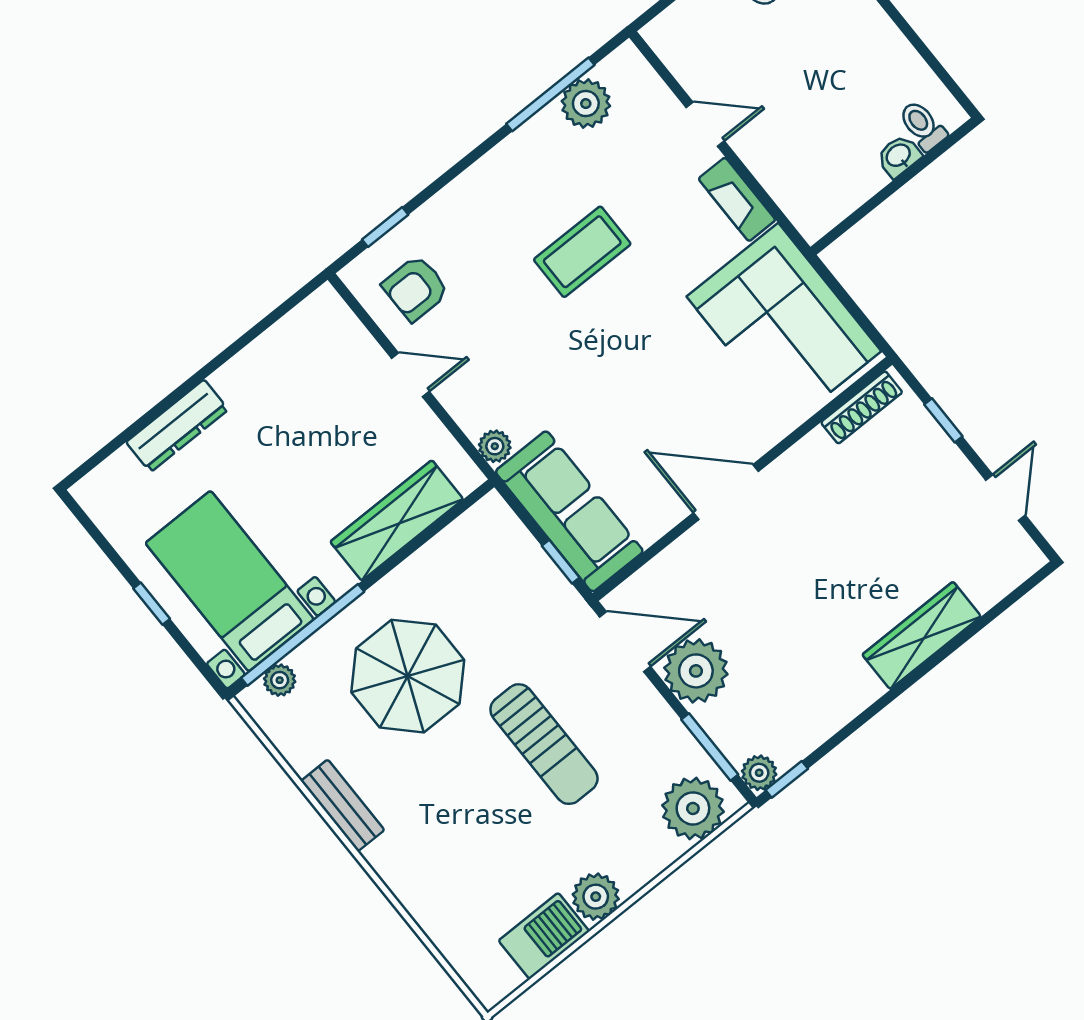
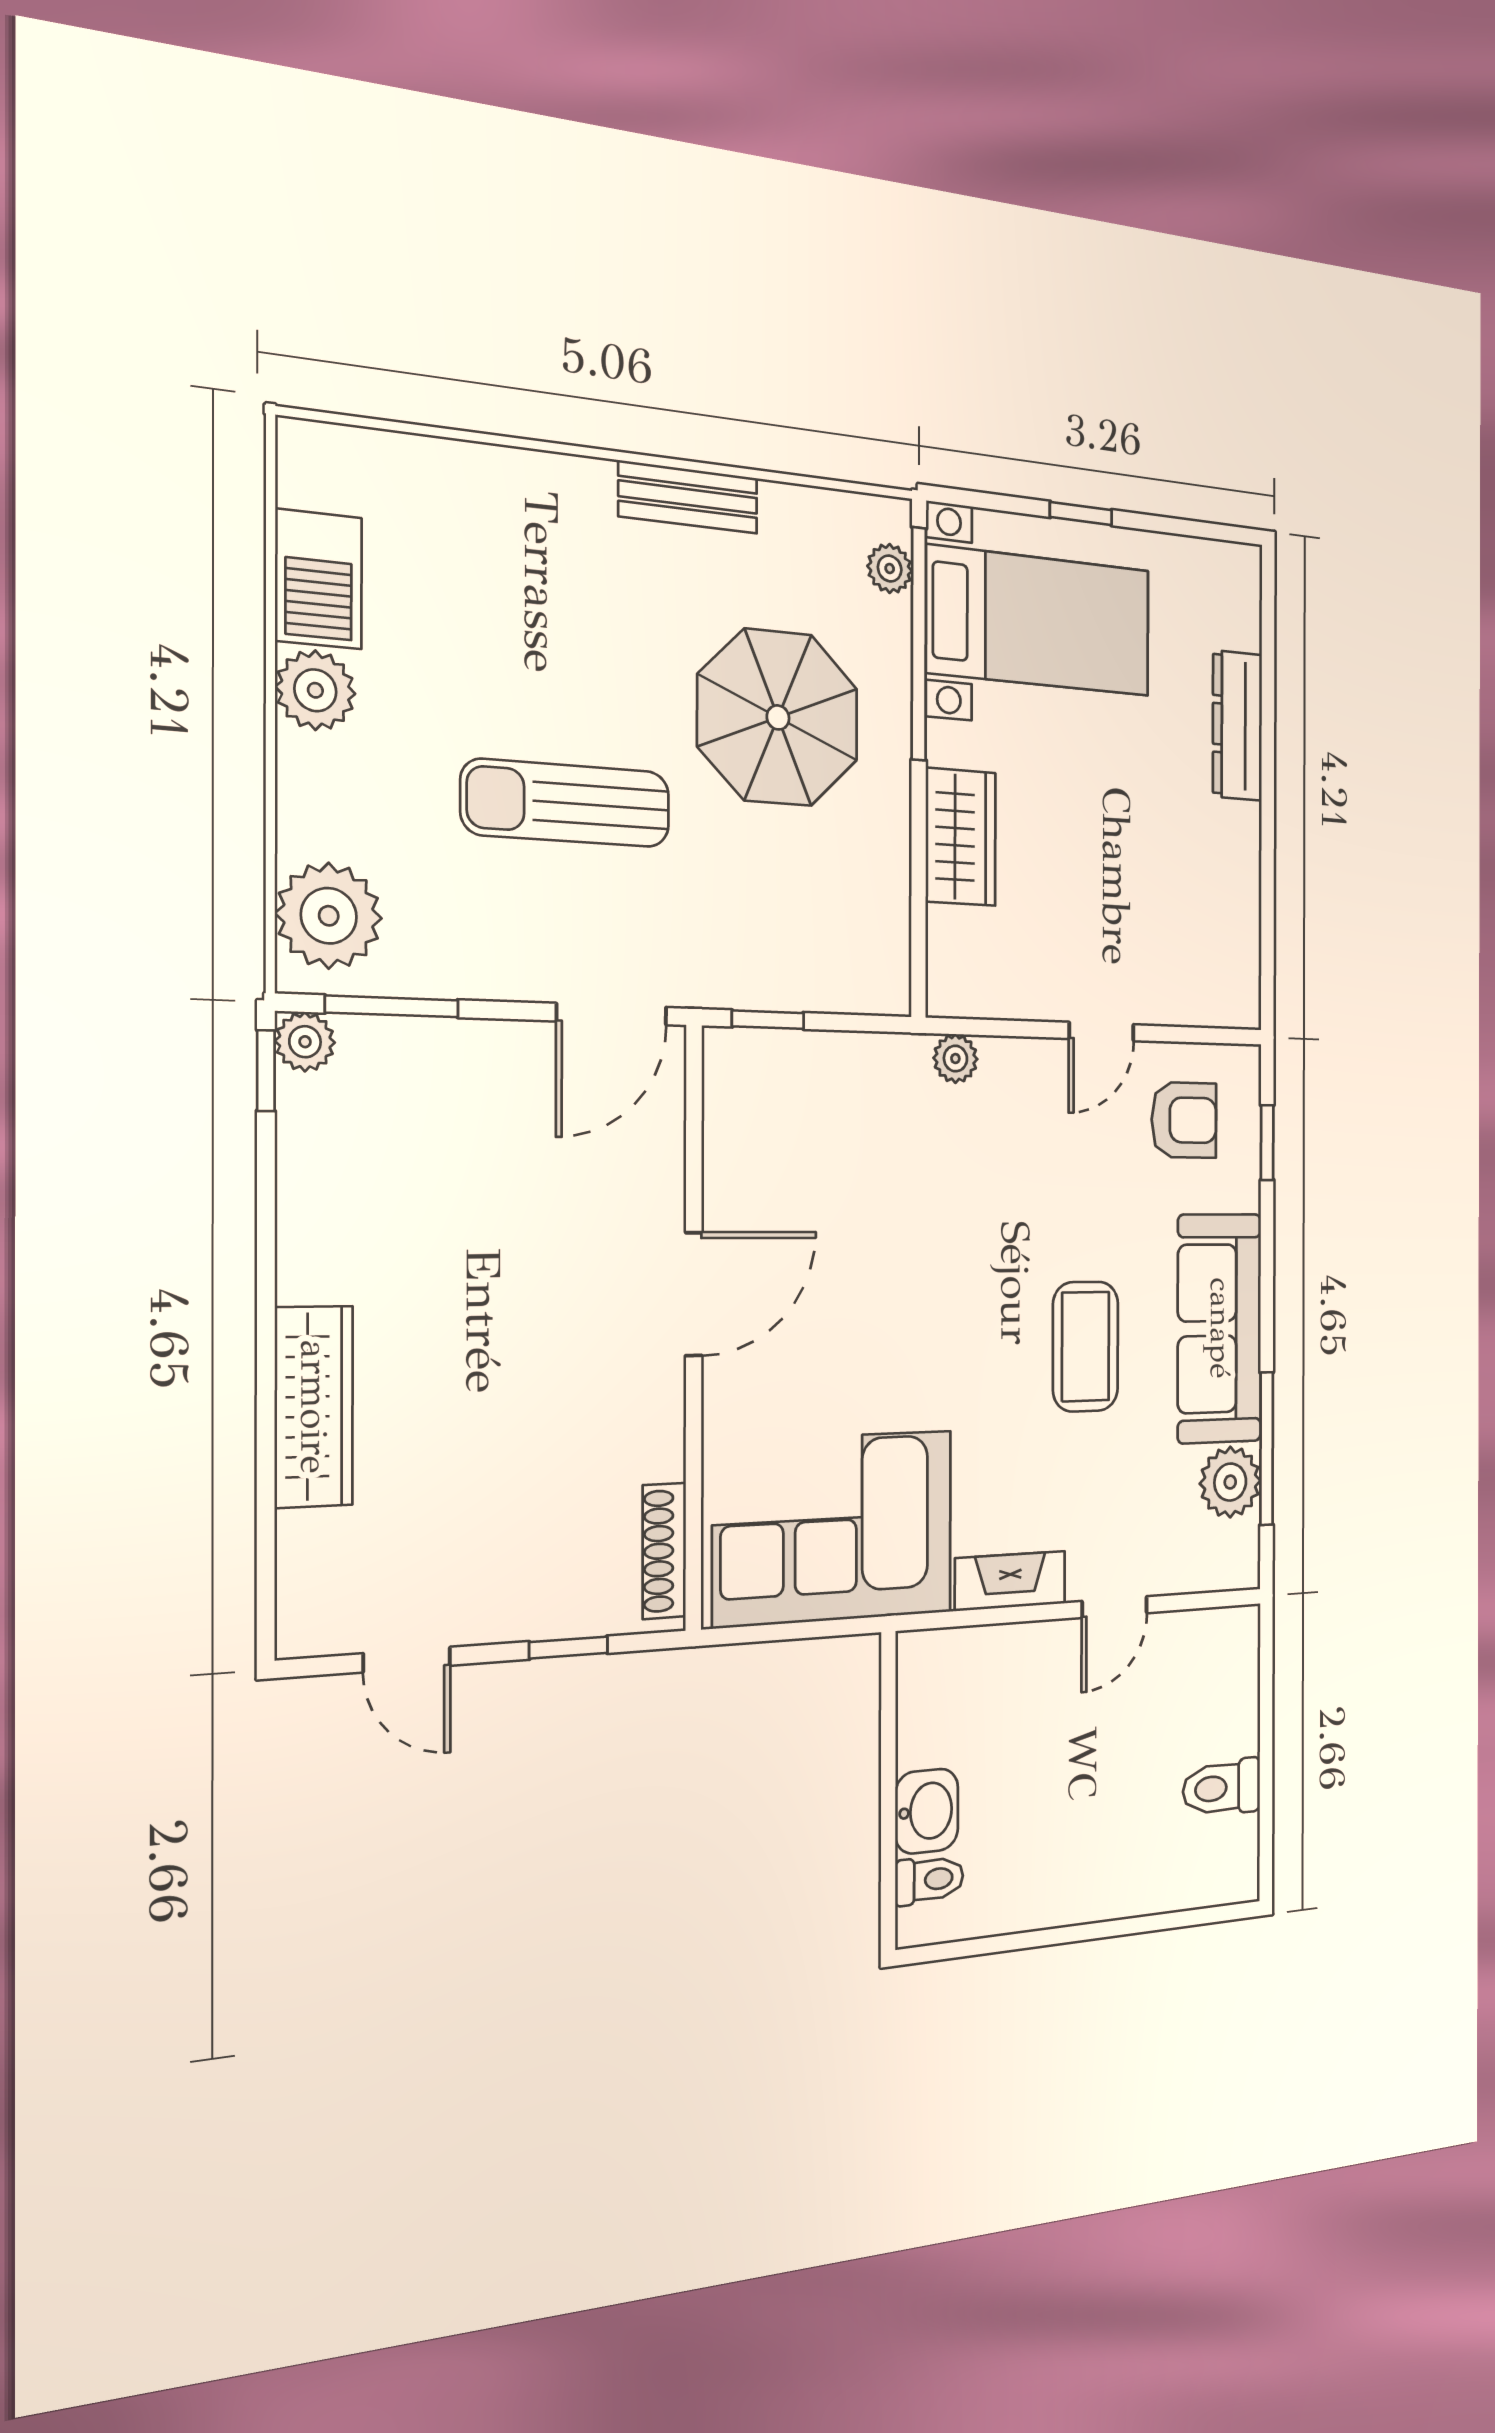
washbasin: (899, 156) -> (927, 1811), width x1.38, depth x1.45
armchair: (416, 288) -> (1184, 1120), turned 90
sofa: (569, 511) -> (1220, 1328), moved, turned 90
wardrobe: (397, 520) -> (961, 837), width x0.67
plant: (696, 671) -> (504, 1072), removed

